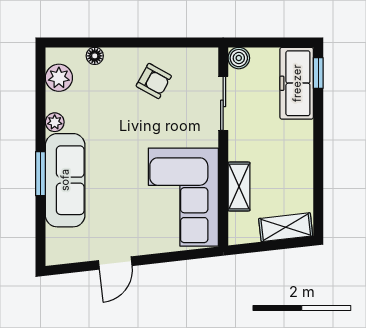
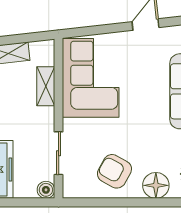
floor lamp: (95, 56) -> (156, 185), width x1.89, depth x1.89
armchair: (154, 81) -> (114, 171), width x1.38, depth x1.38

